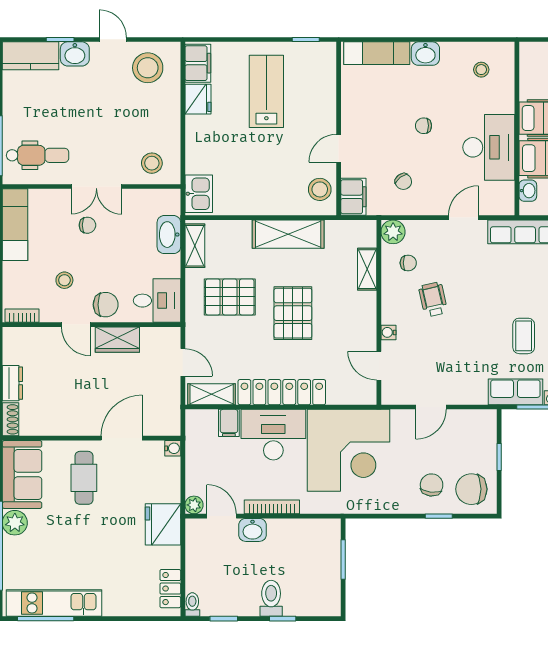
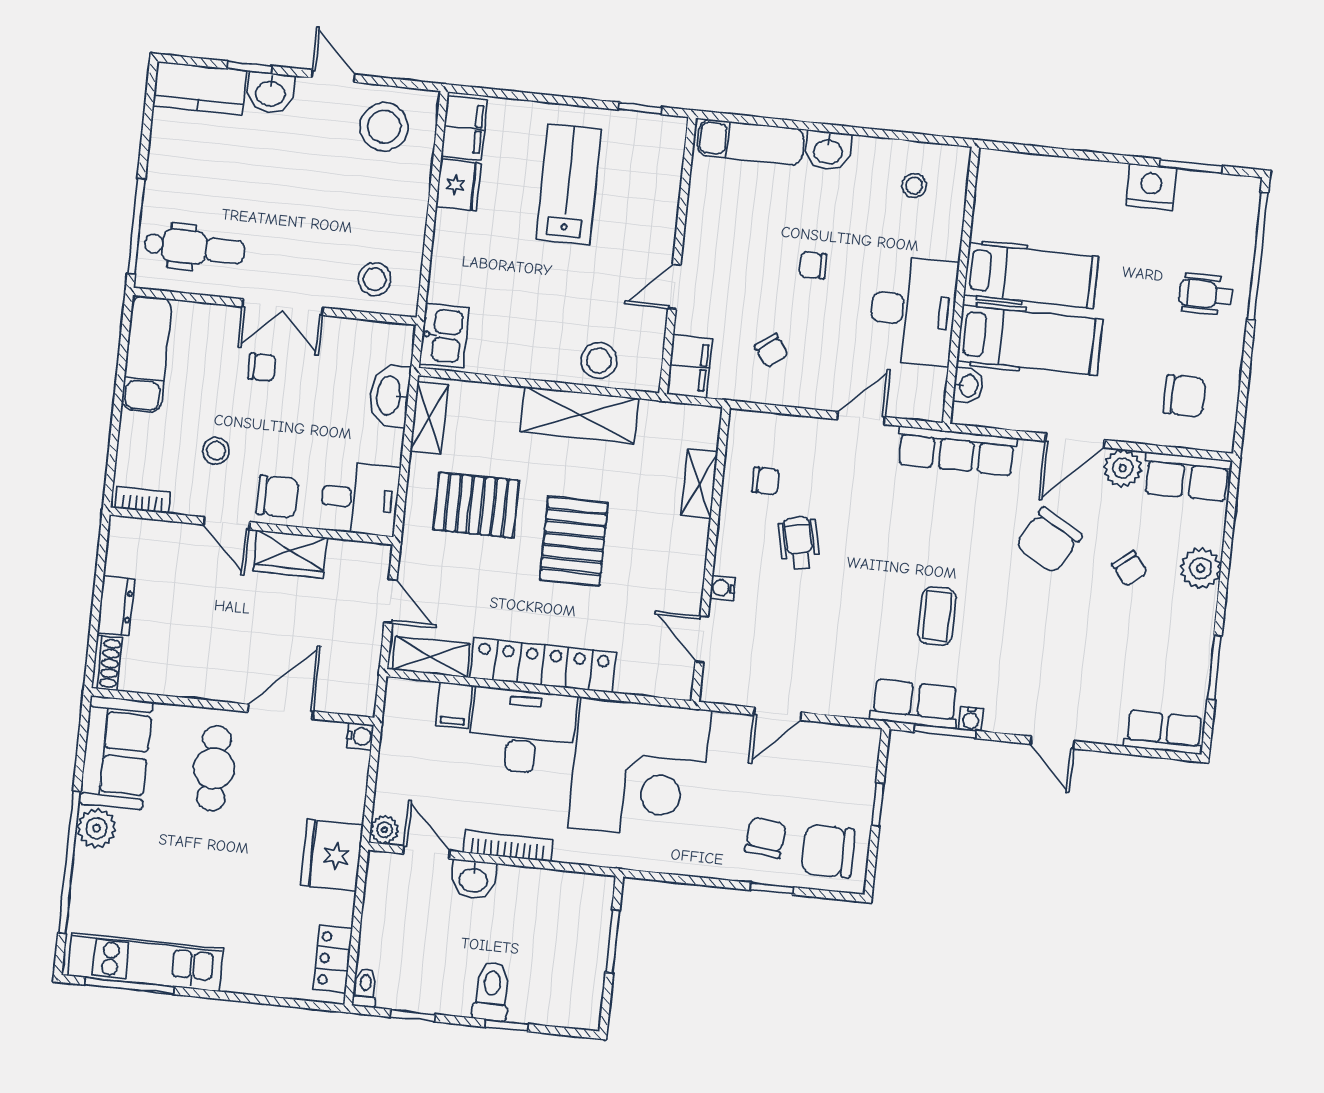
stool: (320, 189) -> (599, 360), moved
plant: (393, 232) -> (747, 429), removed

